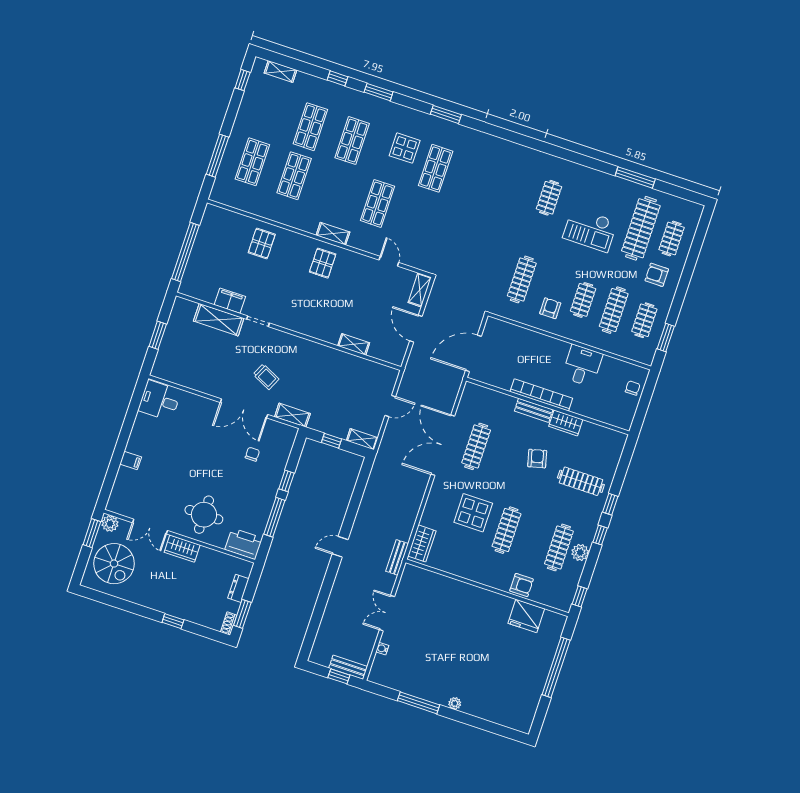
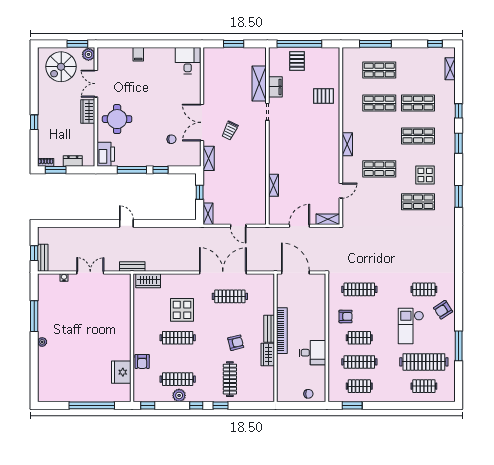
pallet: (323, 263) -> (297, 61), moved, turned 90
armchair: (657, 275) -> (443, 310), moved, turned -123

